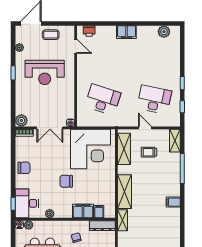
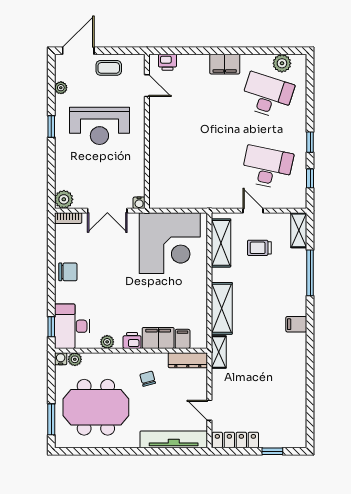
desk: (103, 100) -> (267, 95), moved
chair: (66, 181) -> (132, 292), removed
printer: (66, 213) -> (132, 340), added

